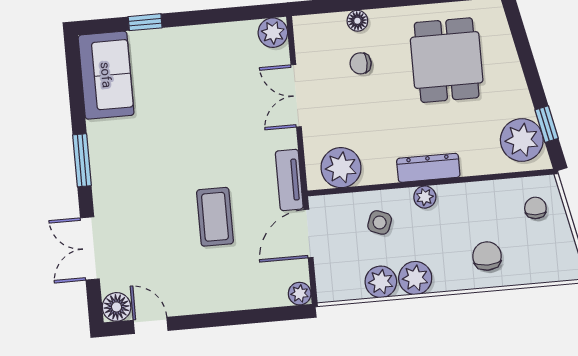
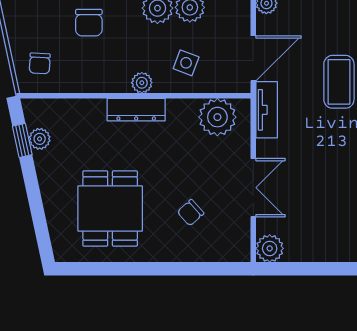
floor lamp: (357, 21) -> (190, 253), removed
chair: (361, 63) -> (191, 213), turned 138
plant: (522, 140) -> (40, 139), width x0.53, depth x0.53

